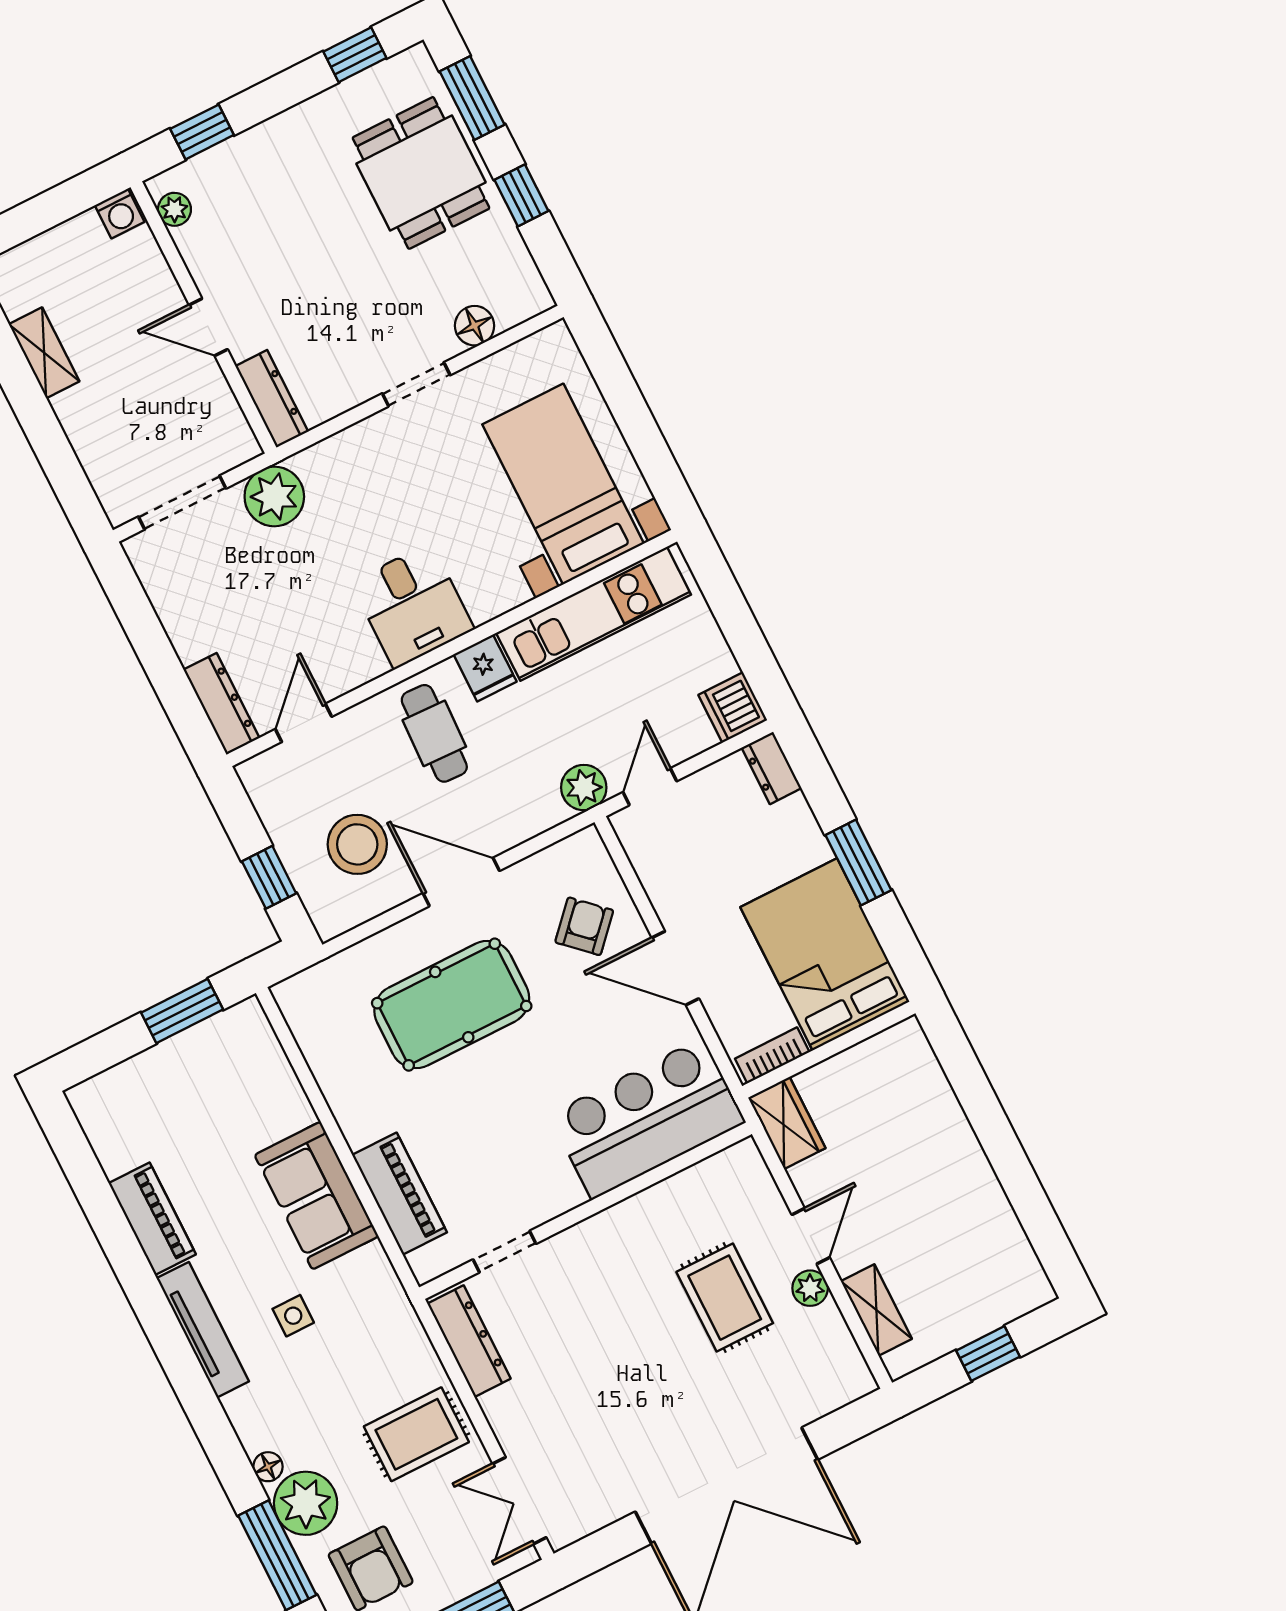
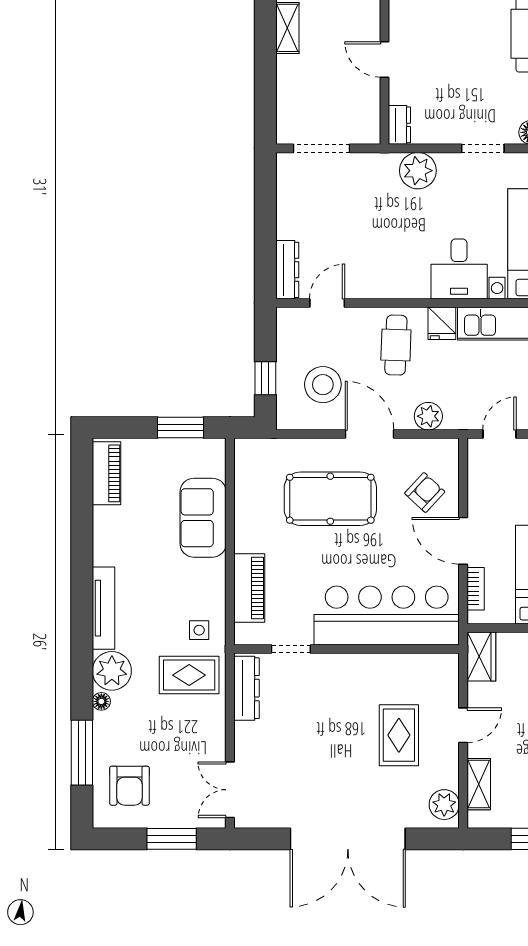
dresser: (272, 399) -> (399, 125), width x0.70
plant: (274, 497) -> (418, 171), moved
desk: (412, 606) -> (459, 269), moved
plant: (584, 788) -> (428, 416), moved
bookcase: (772, 1055) -> (476, 589), moved, turned 90
bar counter: (647, 1118) -> (387, 615), width x1.36
sofa: (316, 1196) -> (203, 518), moved
piano: (152, 1219) -> (107, 473), moved
plant: (810, 1288) -> (444, 805), moved, width x1.38, depth x1.38
side table: (293, 1316) -> (199, 630), moved
rug: (416, 1434) -> (189, 675), moved
plant: (306, 1503) -> (112, 671), moved

